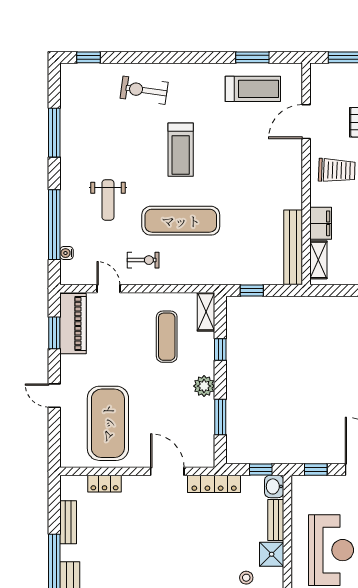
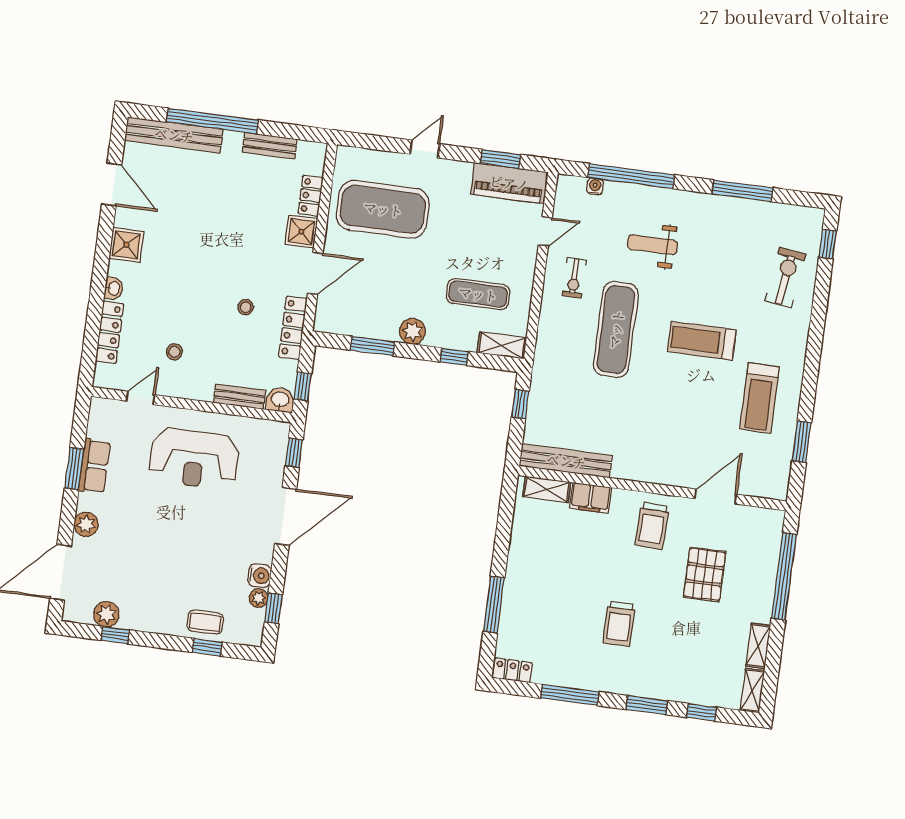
treadmill: (253, 89) -> (759, 398), moved
exercise bike: (144, 90) -> (786, 277), moved
door: (306, 122) -> (716, 497), hinge flipped
stool: (202, 524) -> (246, 307), added
shower: (272, 554) -> (301, 232), moved

